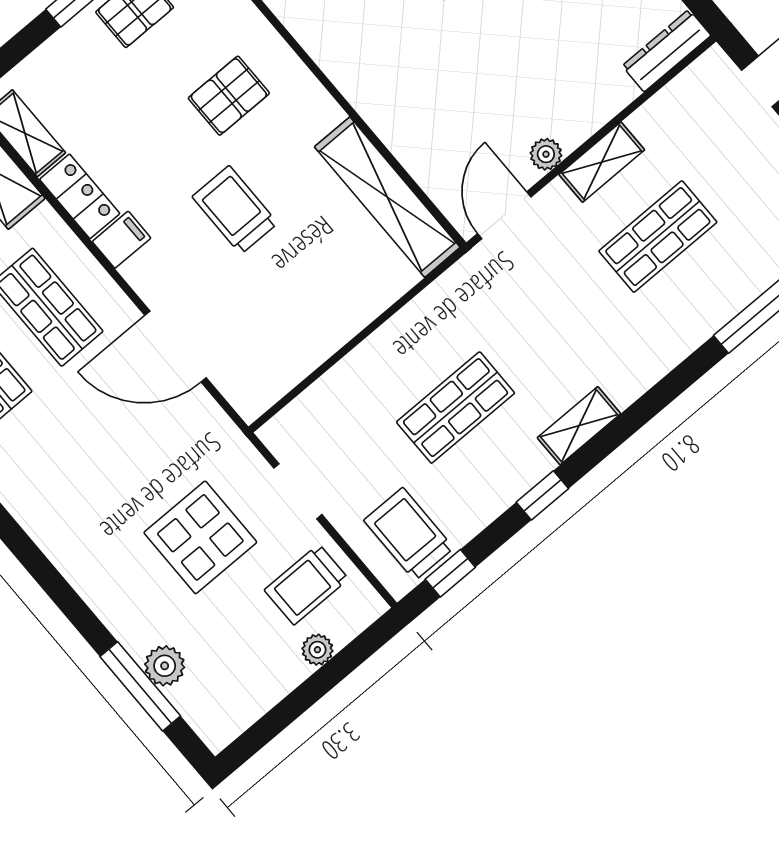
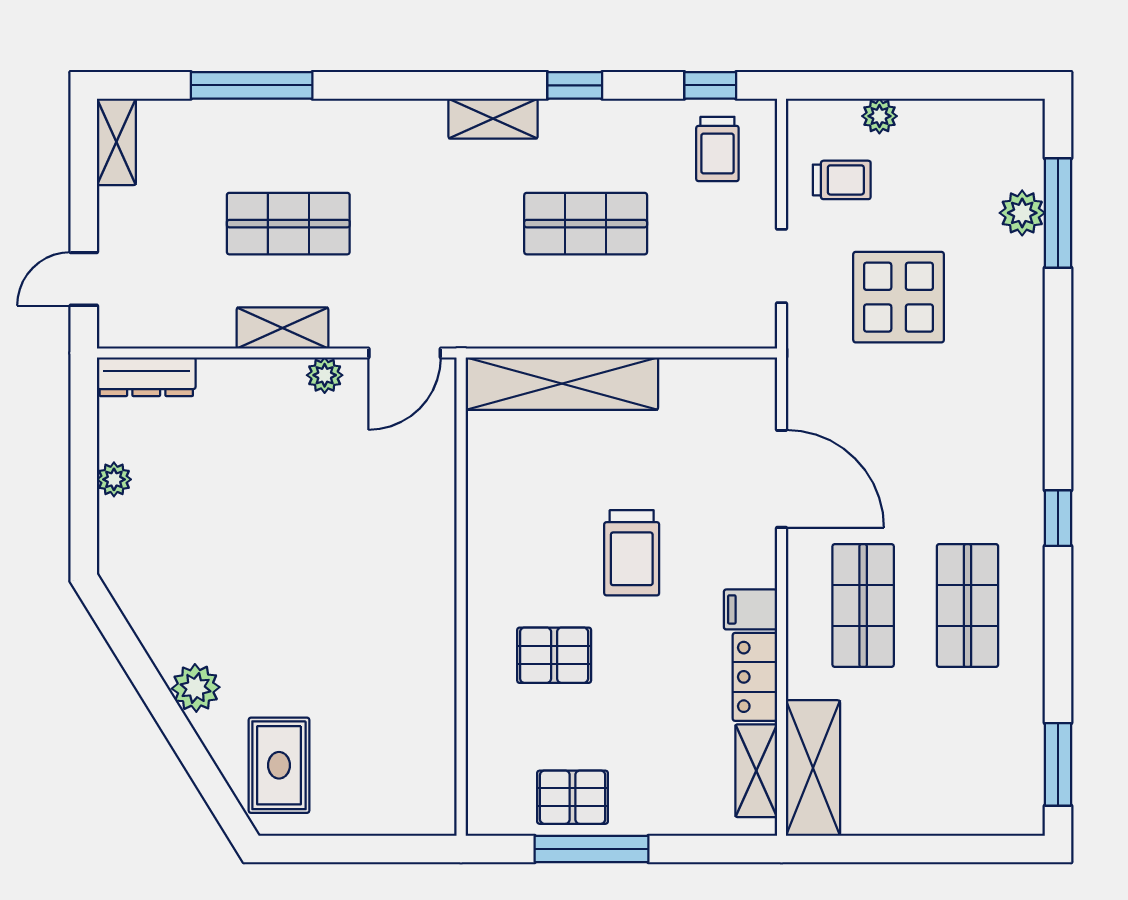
shelving: (387, 197) -> (562, 384), moved, turned 90
trolley: (409, 534) -> (717, 149), width x0.73, depth x0.72
trolley: (306, 584) -> (842, 180), width x0.73, depth x0.72

